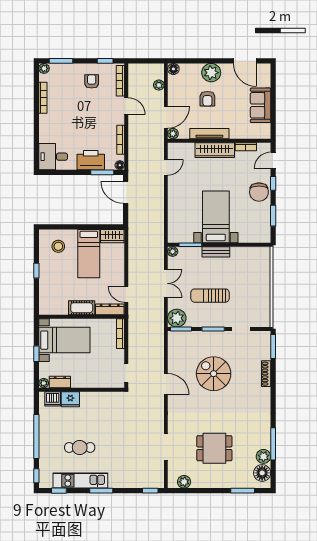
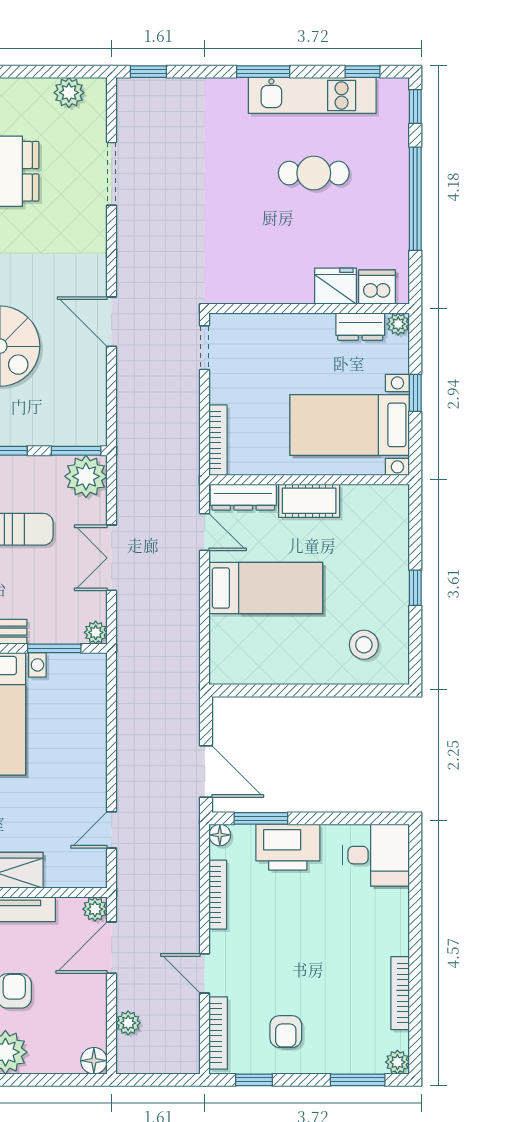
wardrobe: (112, 236) -> (237, 669), removed
bed: (89, 254) -> (266, 588), moved, turned 90

